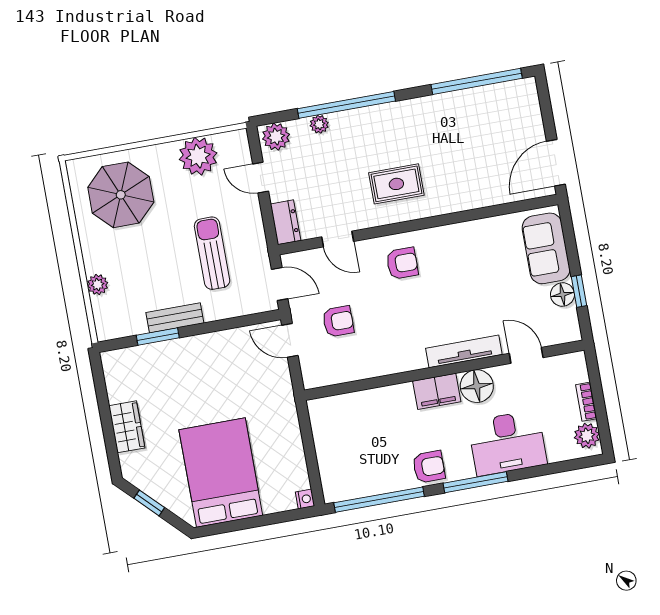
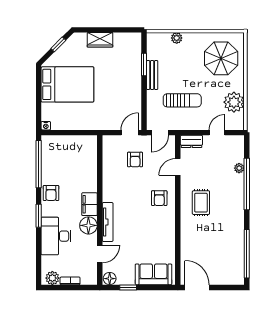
plant: (276, 137) -> (237, 144), removed
floor lamp: (562, 294) -> (110, 279), moved
window: (475, 482) -> (39, 216), width x0.69

